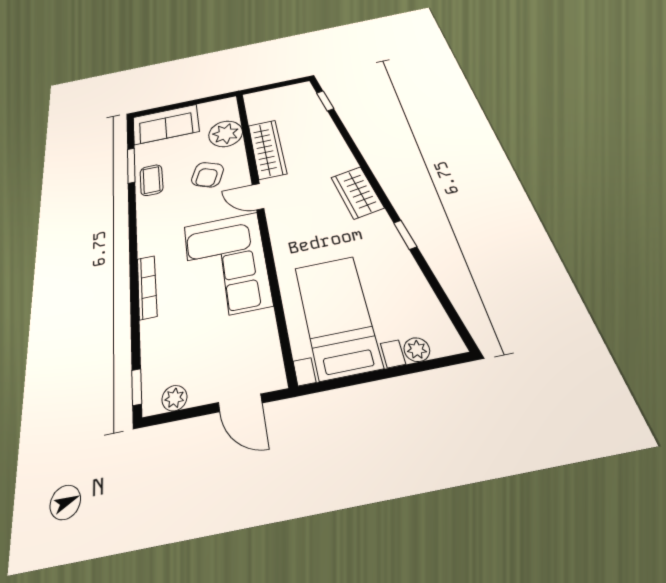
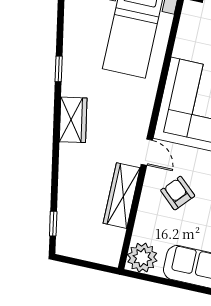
plant: (226, 134) -> (142, 258), moved
armchair: (208, 175) -> (178, 193), turned -70

